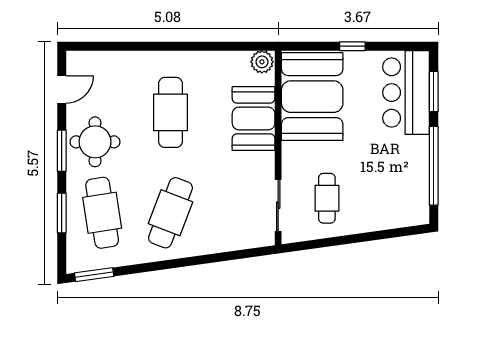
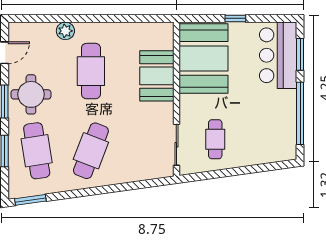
plant: (262, 62) -> (65, 31), moved

